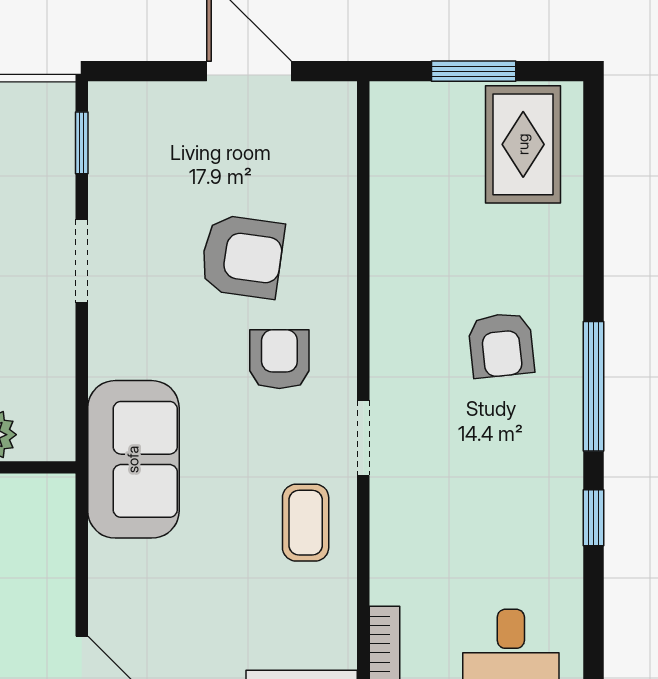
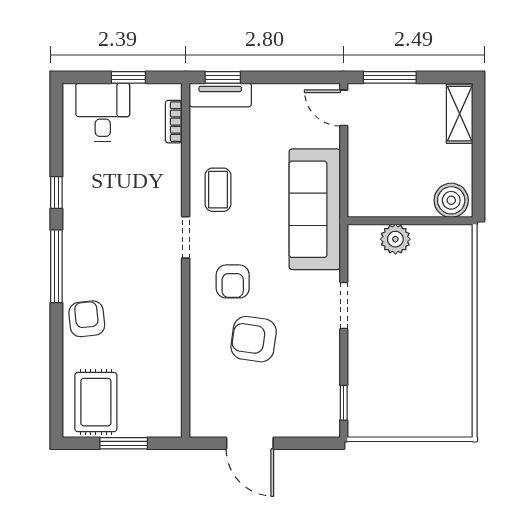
doorway: (82, 261) -> (344, 306), moved
armchair: (501, 345) -> (87, 319), moved
sofa: (133, 459) -> (315, 209), width x1.36

